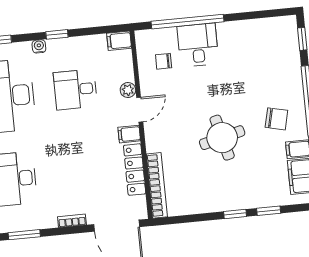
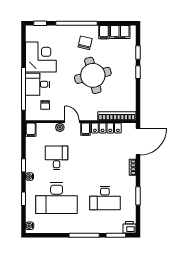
corner desk: (245, 46) -> (41, 57), added
desk: (75, 89) -> (57, 158), turned 180
round table: (222, 138) -> (93, 75), width x1.36, depth x1.36

